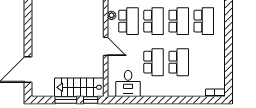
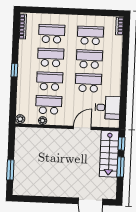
door: (106, 46) -> (82, 128), moved
school desk: (204, 62) -> (90, 35), added

